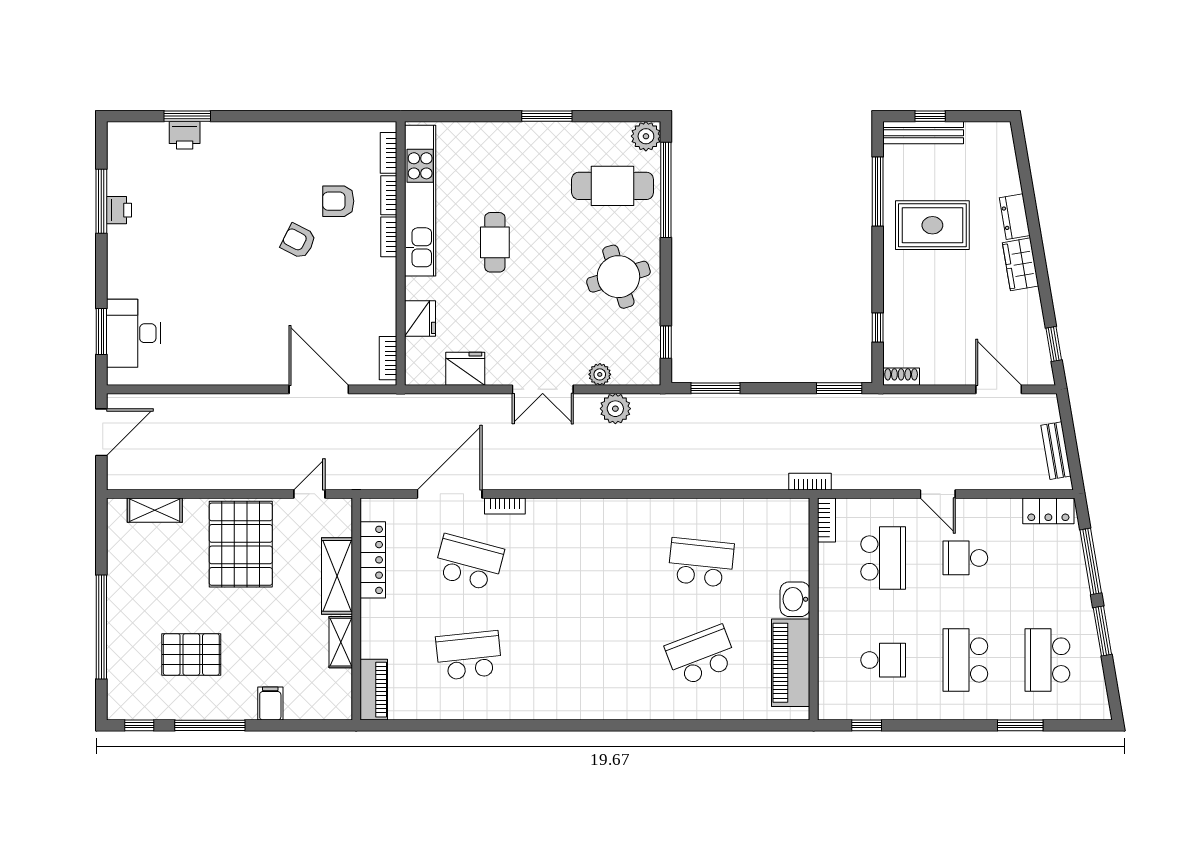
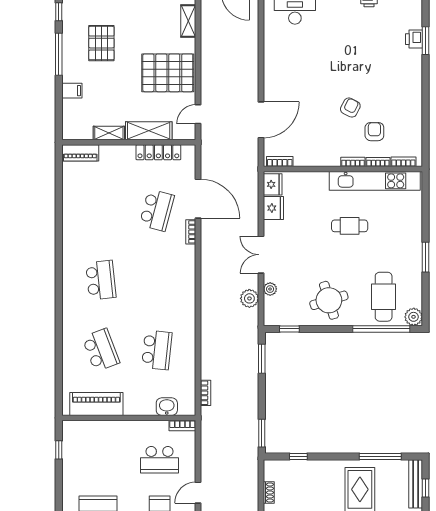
fridge: (420, 319) -> (273, 184), moved, turned -90
shoe rack: (901, 377) -> (269, 493), moved
bookcase: (810, 482) -> (206, 393), moved
door: (309, 494) -> (198, 114), swing flipped
washbasin: (795, 599) -> (167, 407), moved
school desk: (469, 655) -> (101, 280), moved
school desk: (883, 660) -> (98, 460), removed

